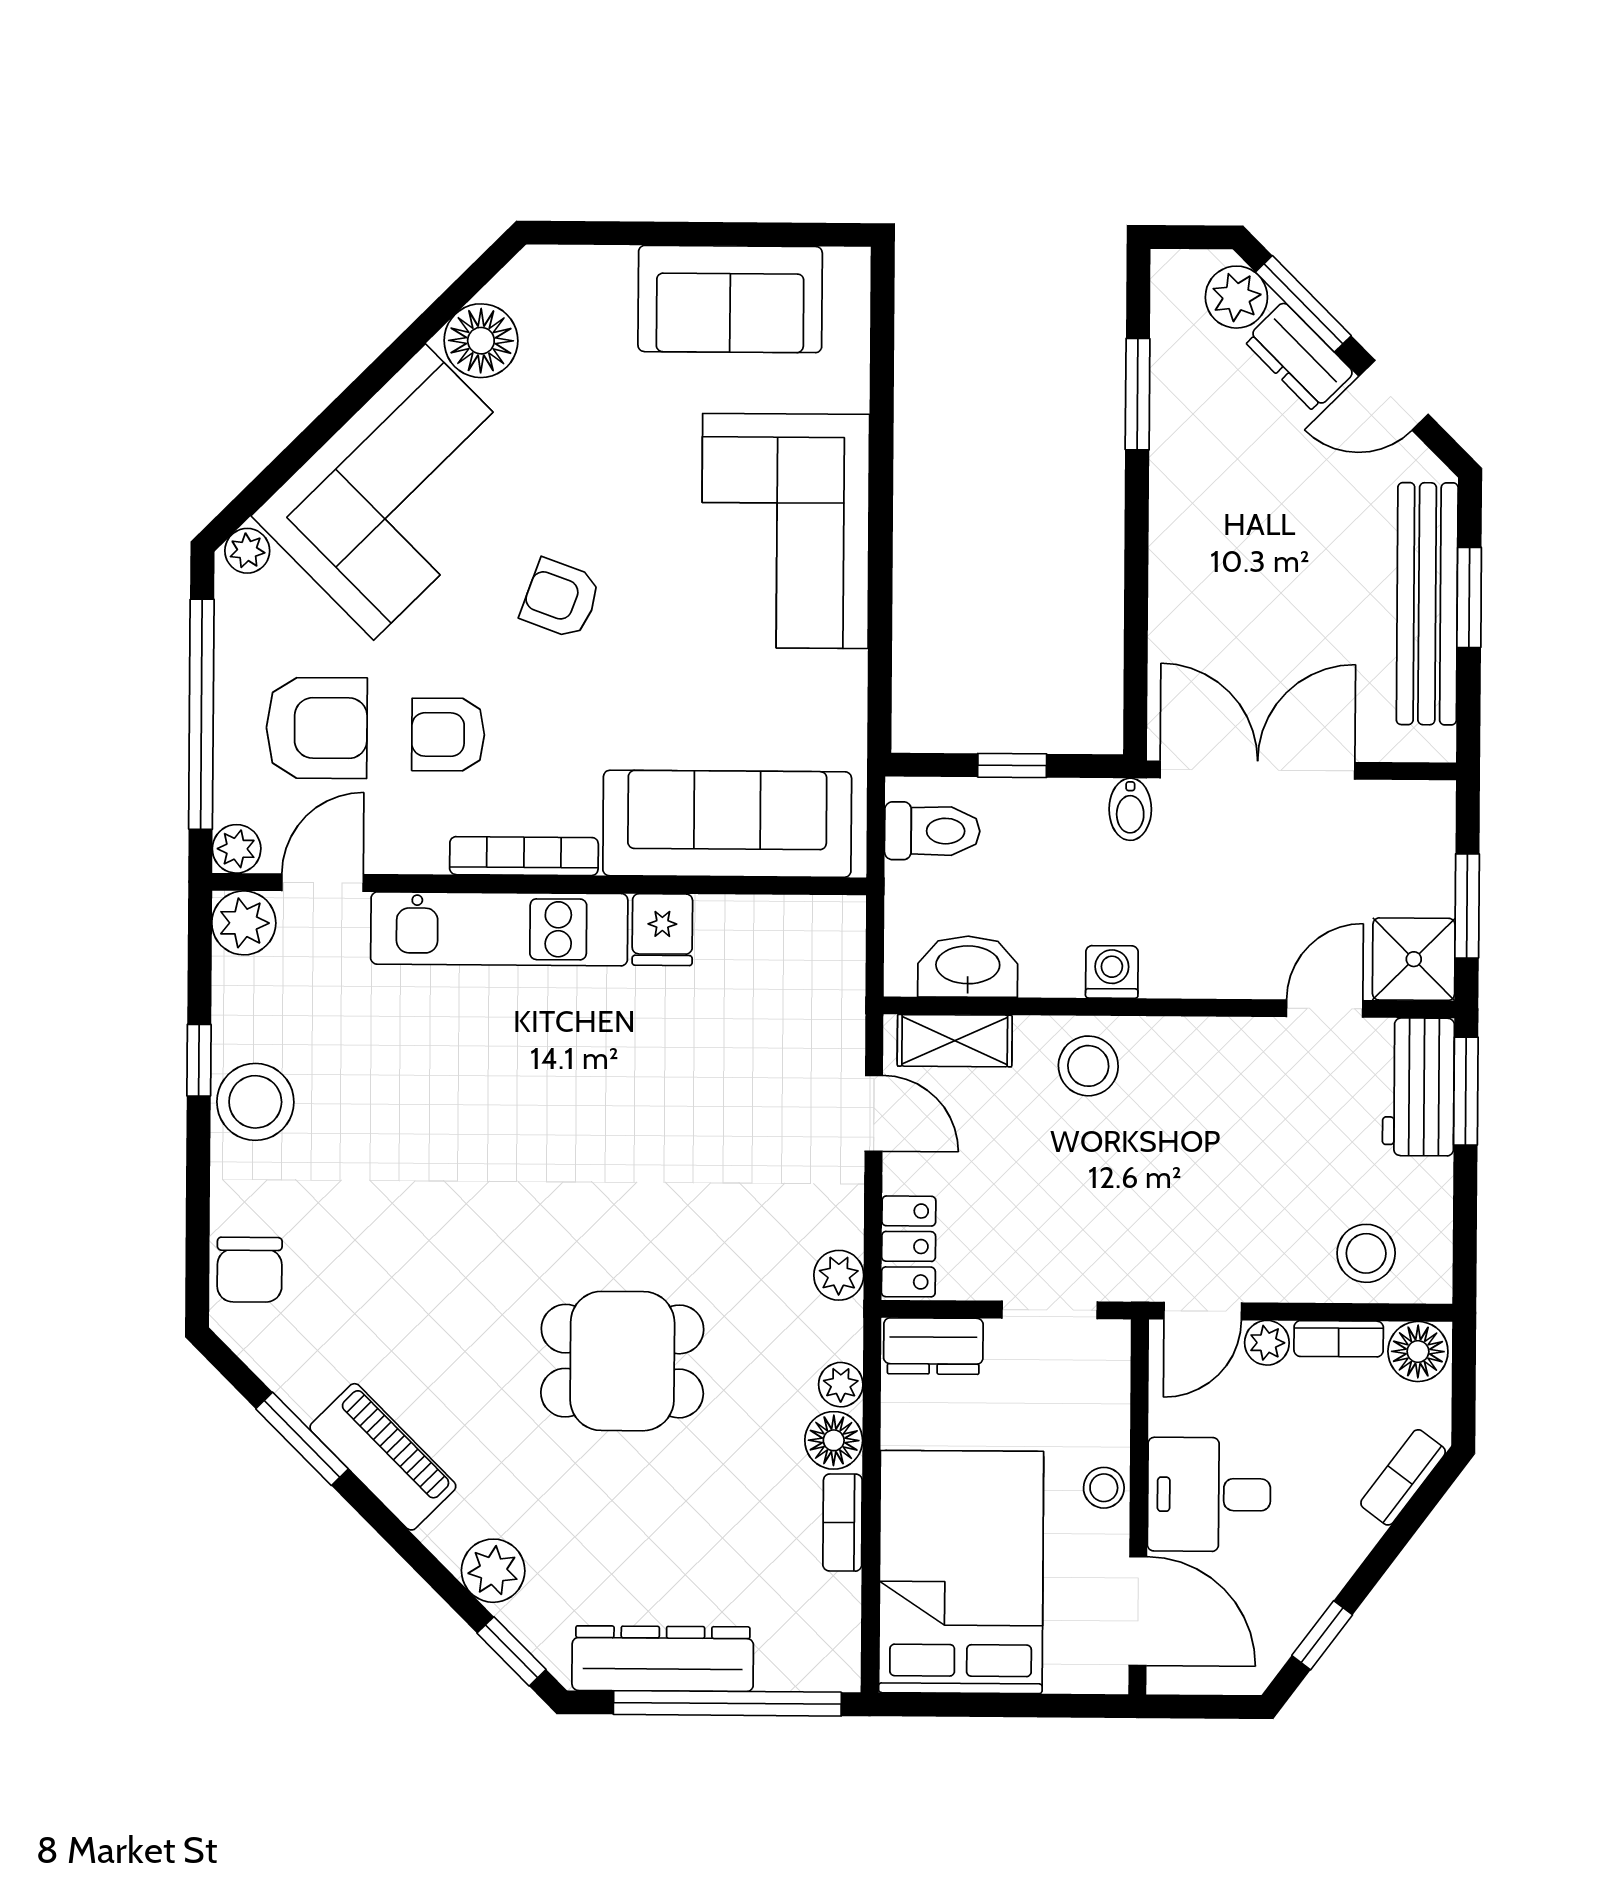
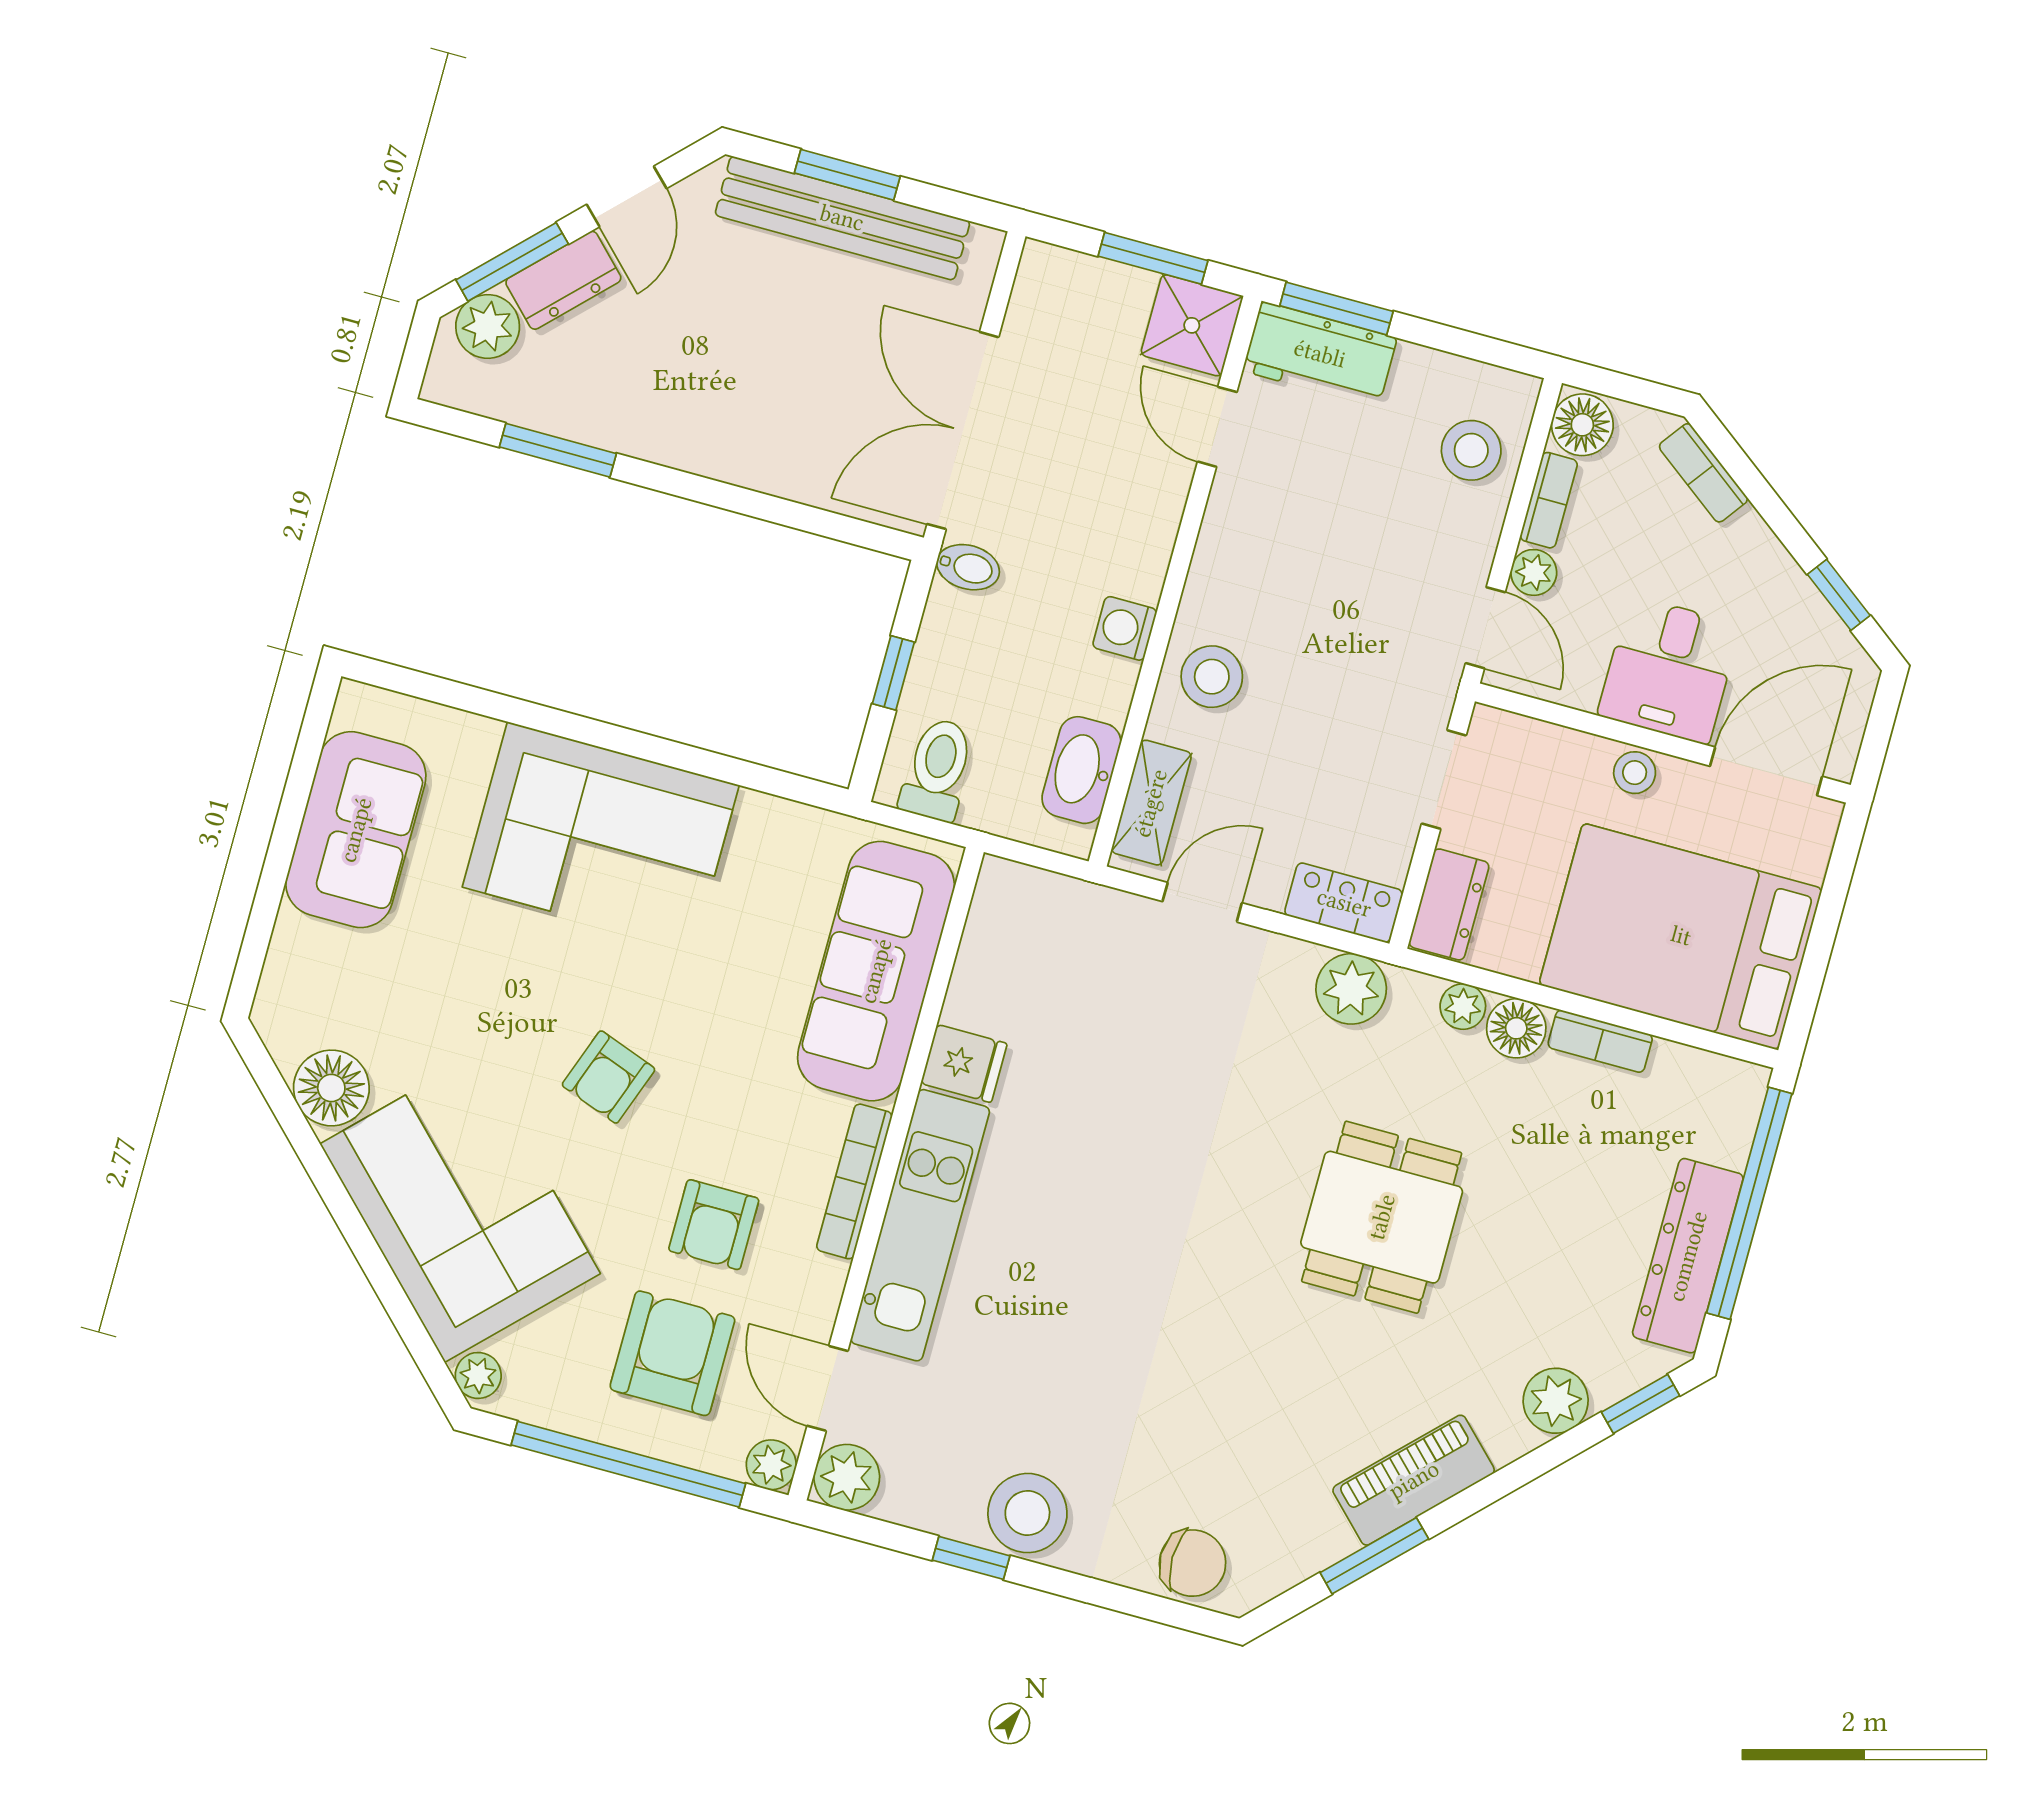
plant: (839, 1275) -> (1351, 989), width x1.38, depth x1.38

